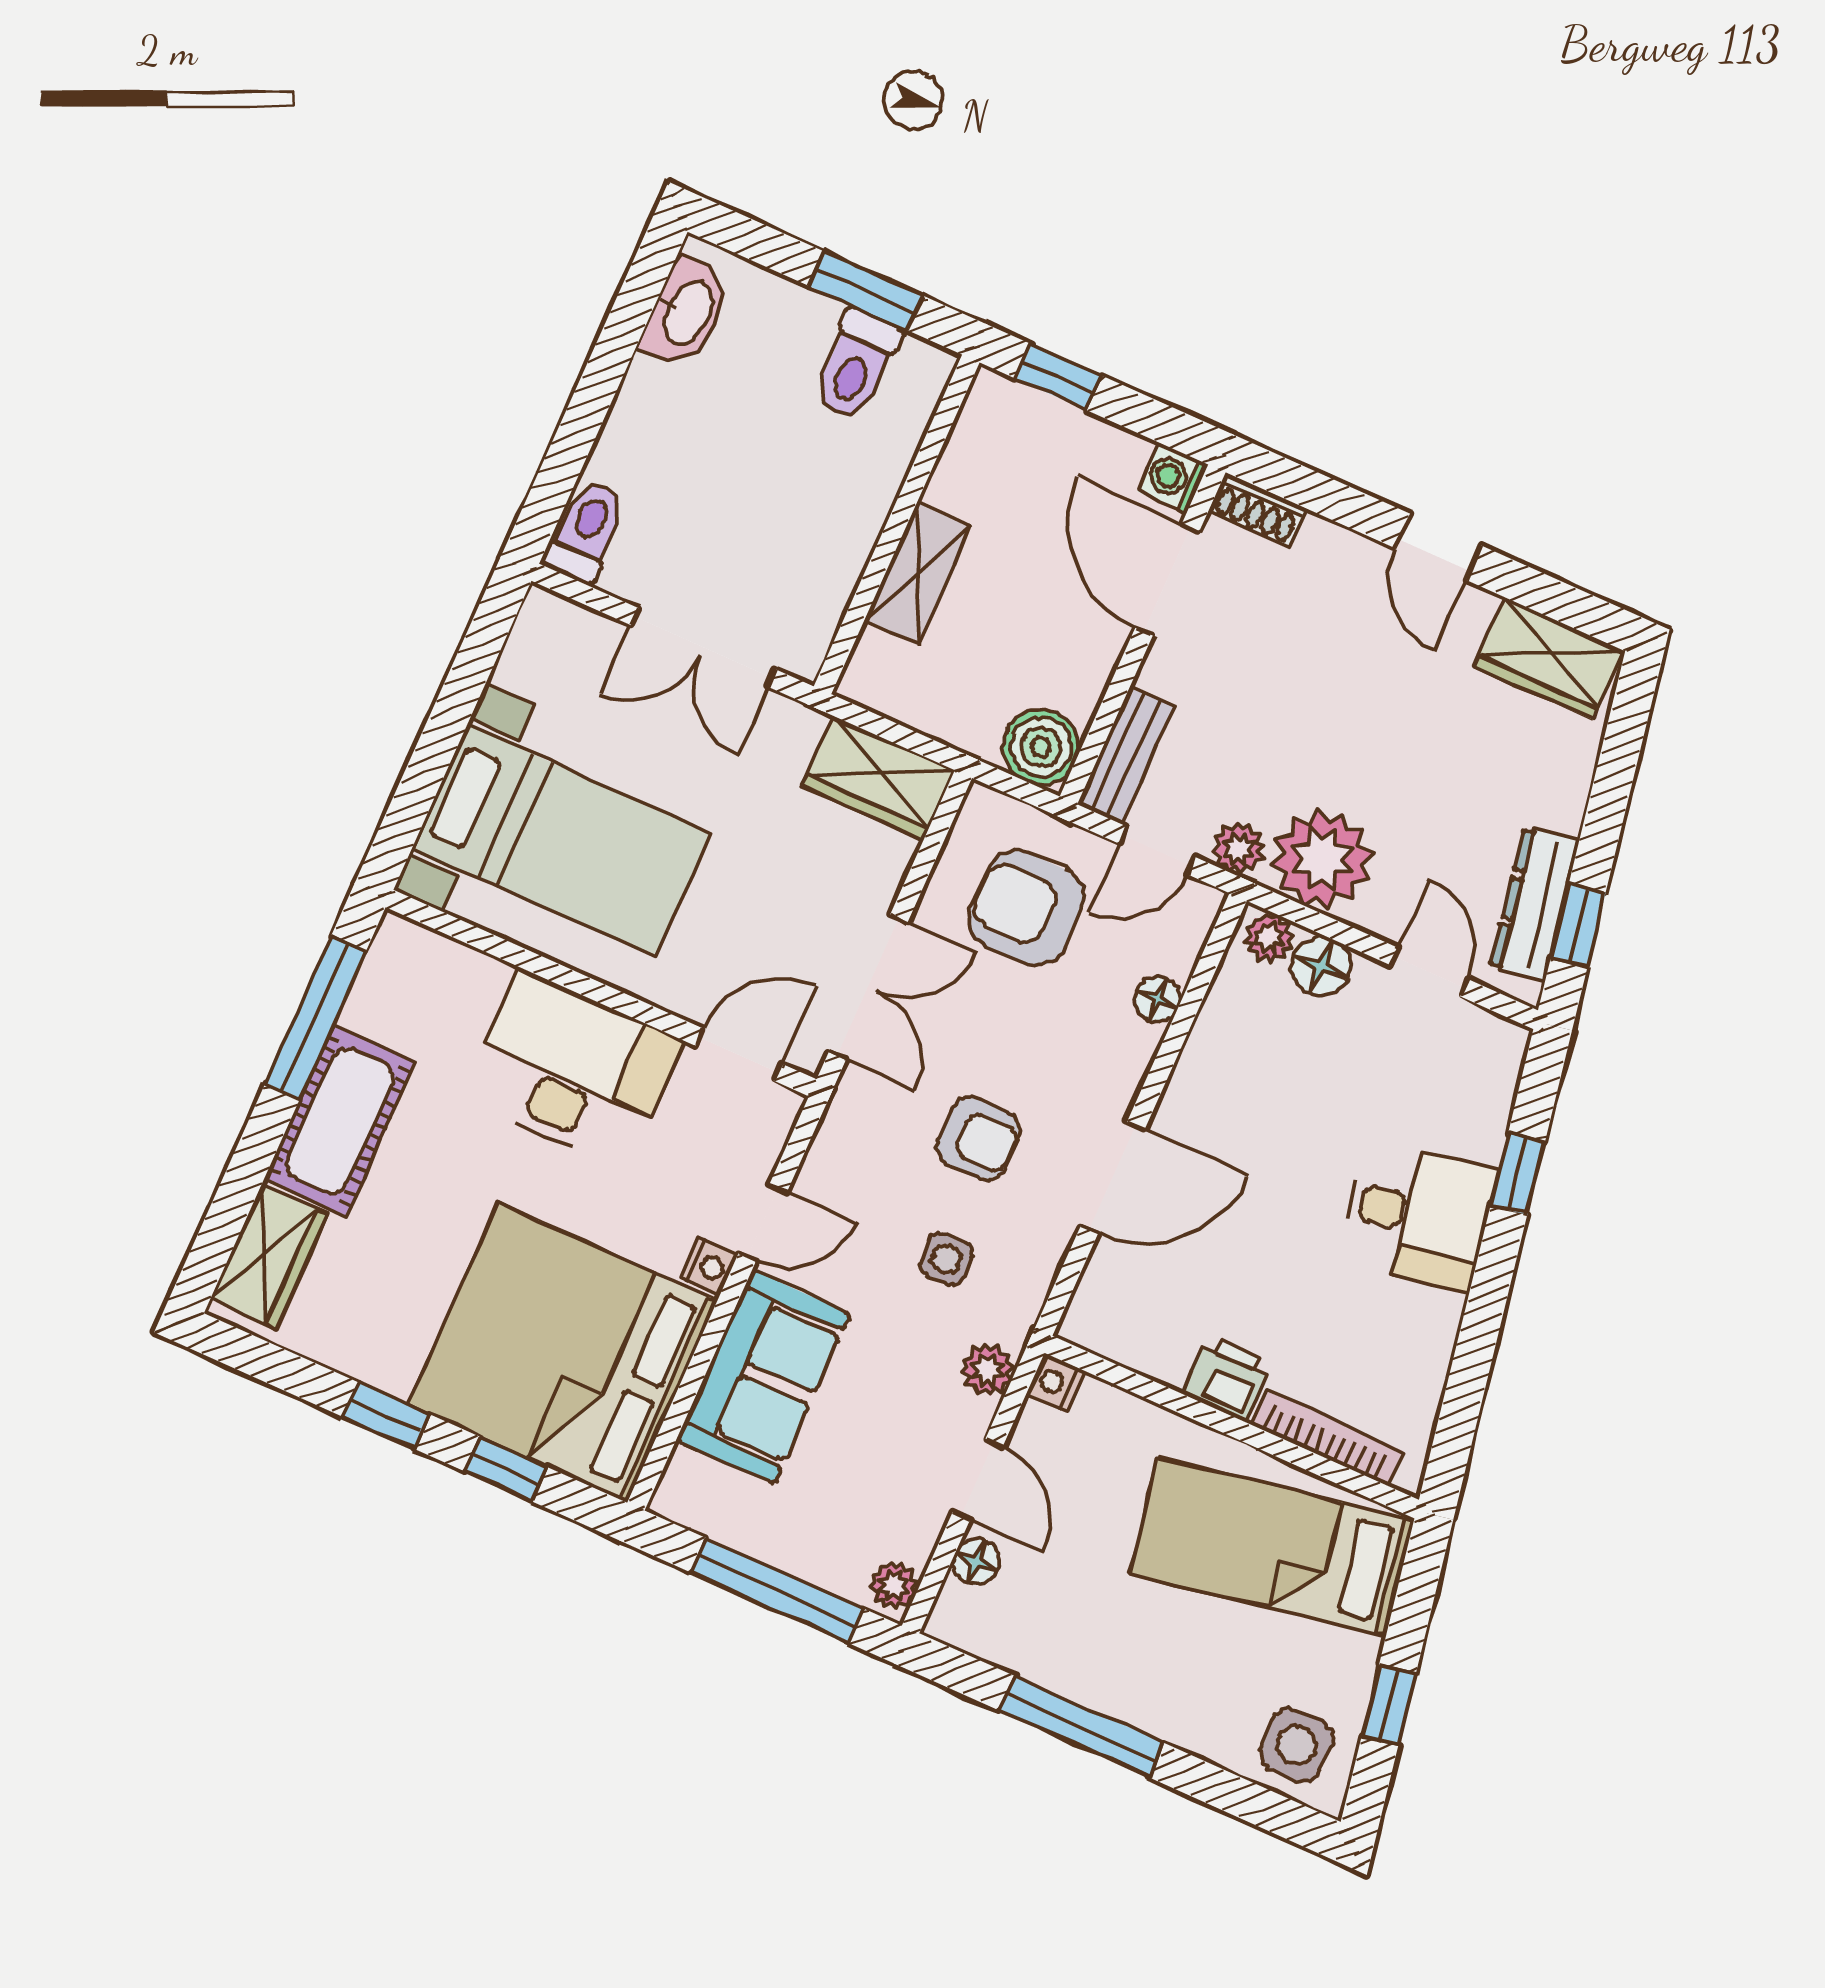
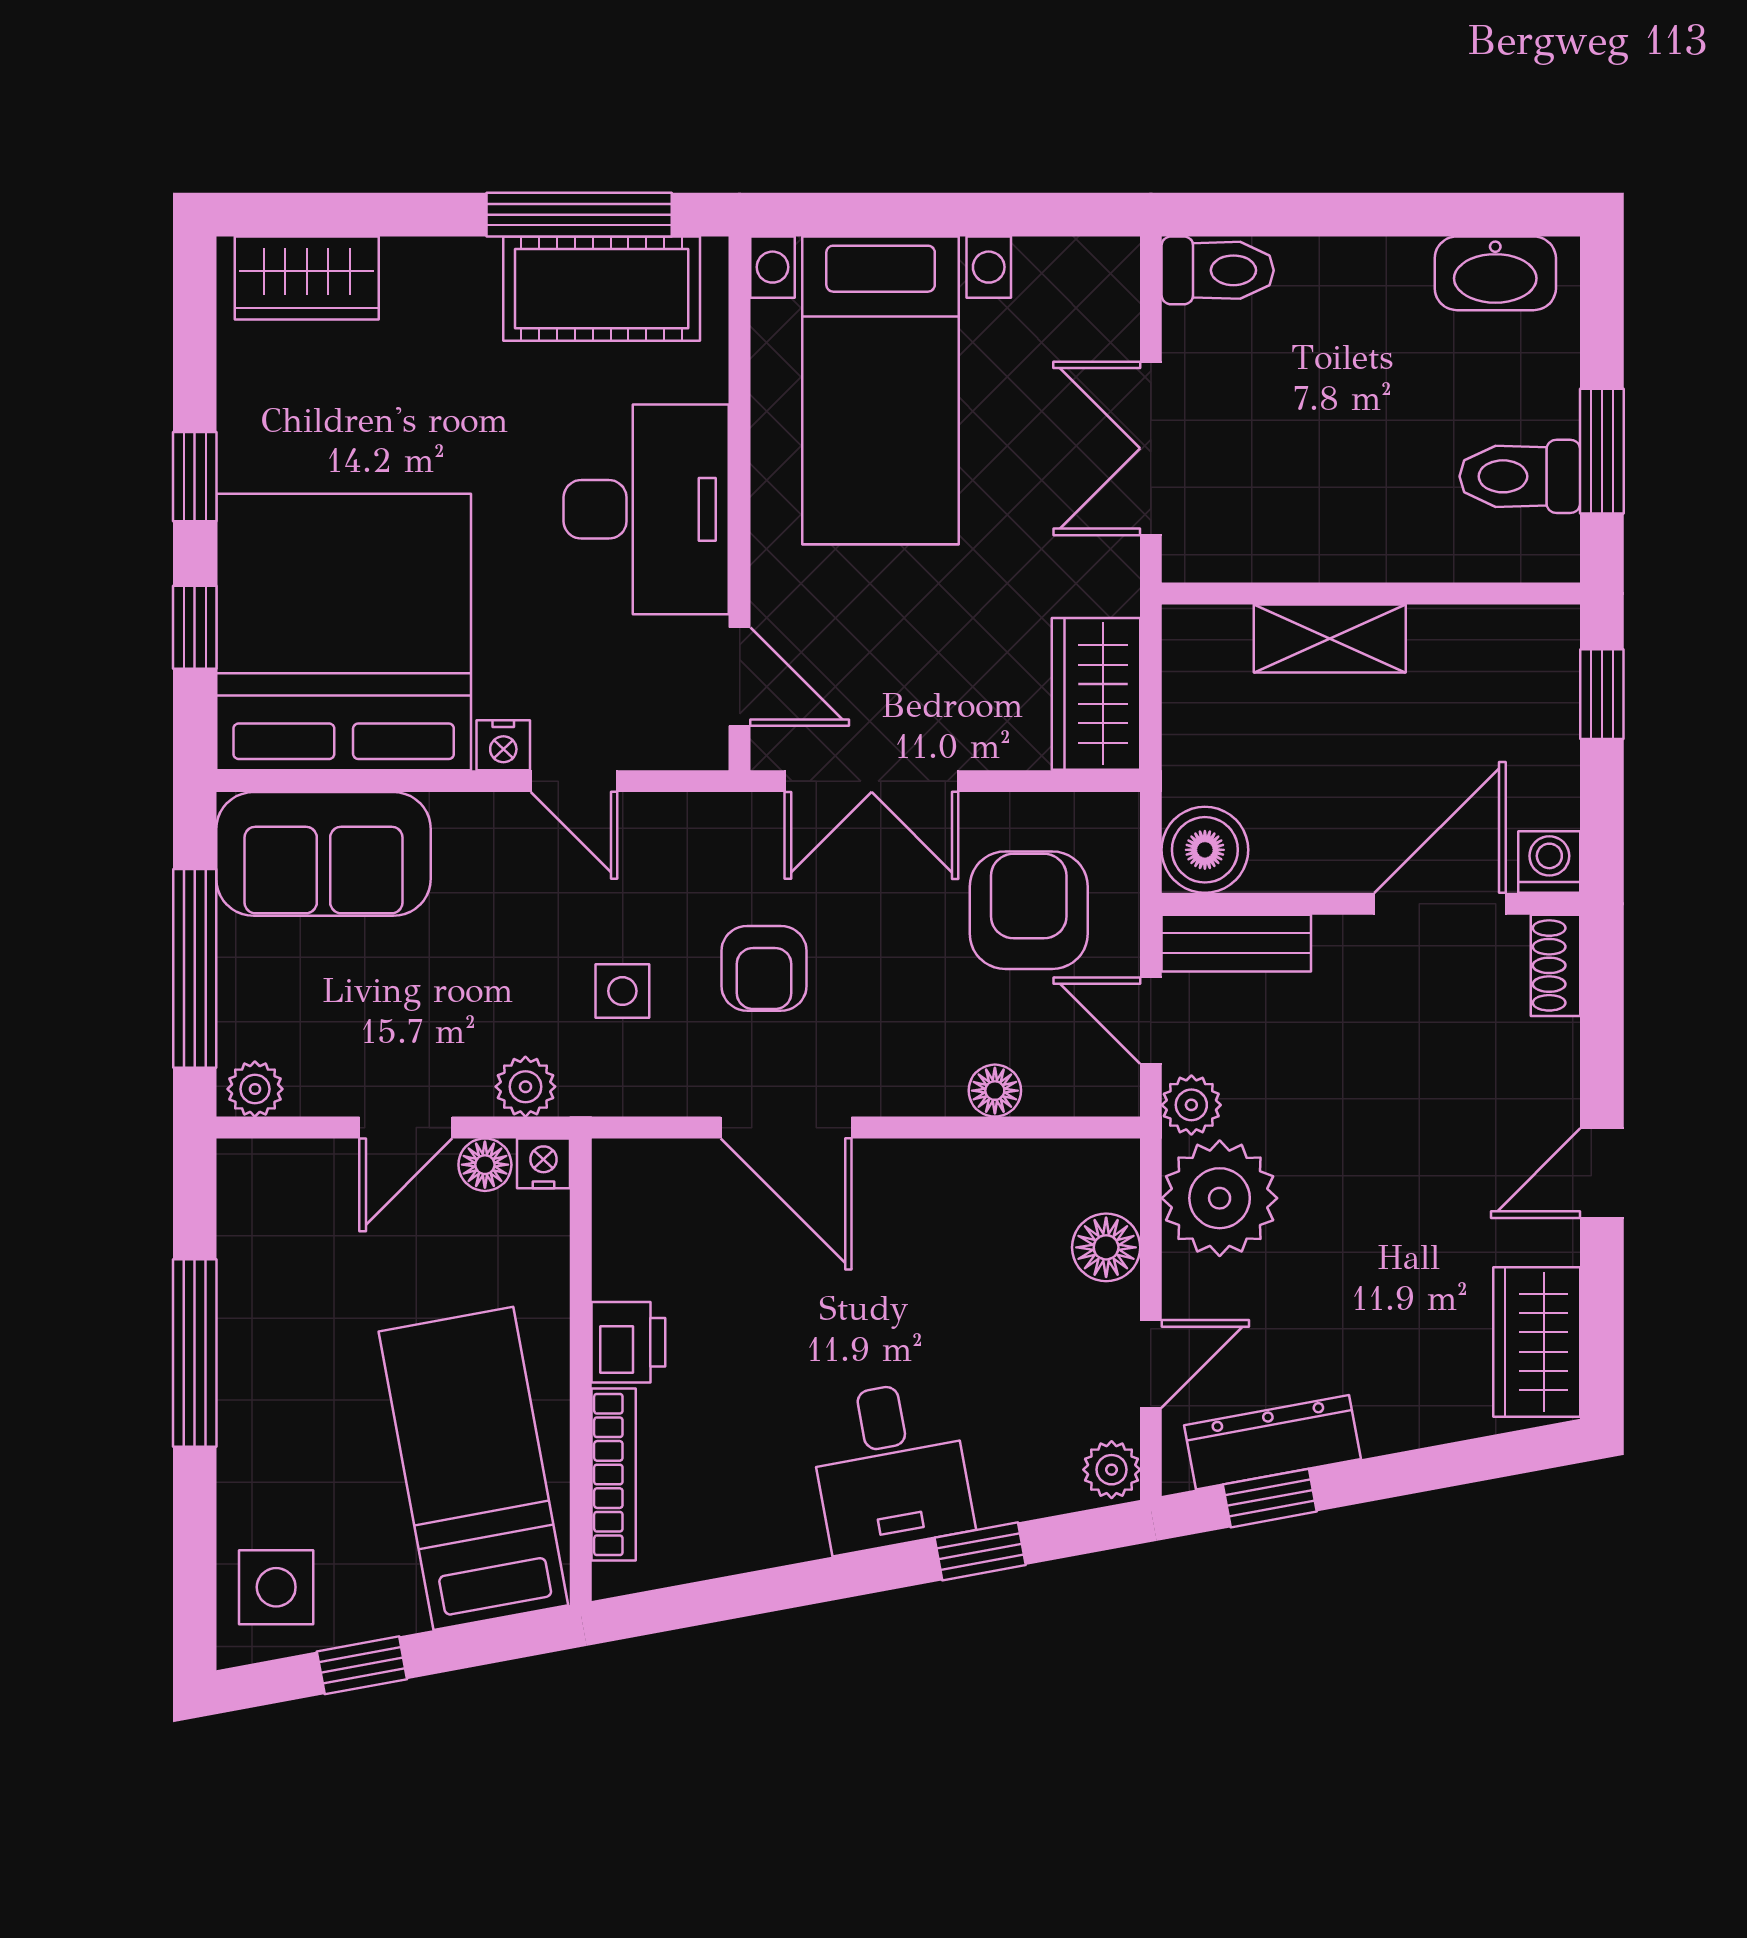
plant: (1269, 938) -> (1112, 1470), moved
cot: (340, 1121) -> (602, 289), moved
sofa: (763, 1377) -> (324, 854), moved
floor lamp: (976, 1562) -> (485, 1165), moved

